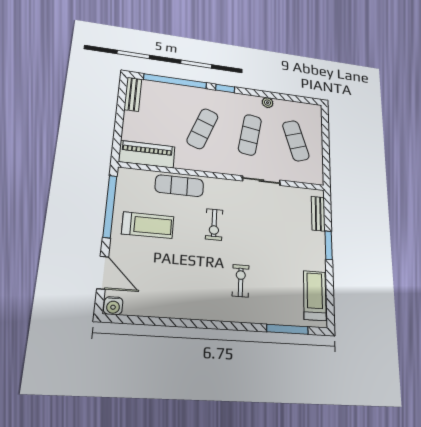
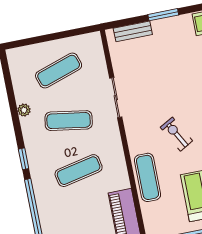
exercise mat: (203, 129) -> (79, 171), turned -33
exercise bike: (214, 224) -> (176, 134), turned -119

